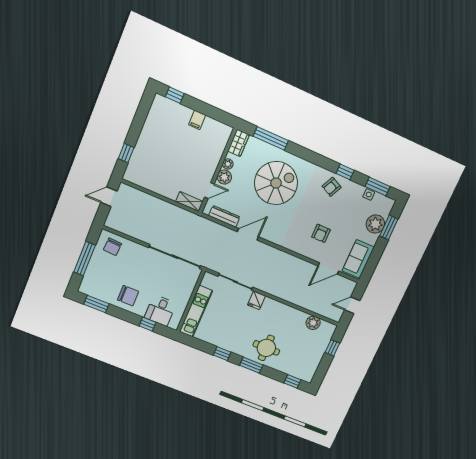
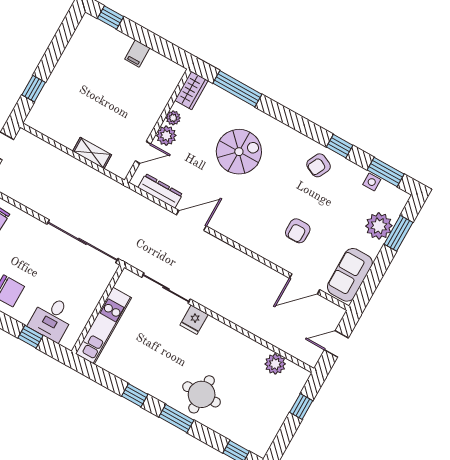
spiral stairs: (276, 183) -> (239, 152), width x0.73, depth x0.73
shelving: (189, 202) -> (92, 153), moved

